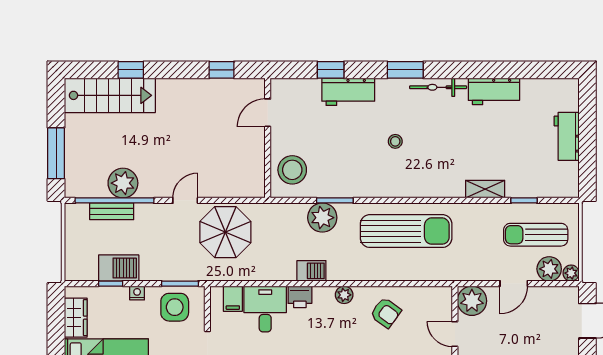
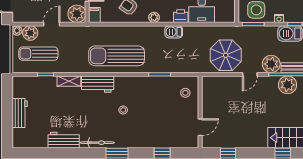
workbench: (348, 92) -> (98, 84), moved, turned 180
stool: (292, 170) -> (185, 93), width x0.53, depth x0.53
plant: (322, 218) -> (271, 64), moved
sun lounger: (536, 235) -> (38, 54), turned 180
filing cabinet: (233, 299) -> (94, 15), moved

